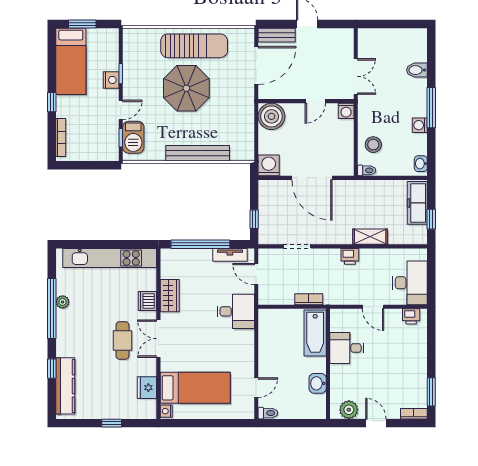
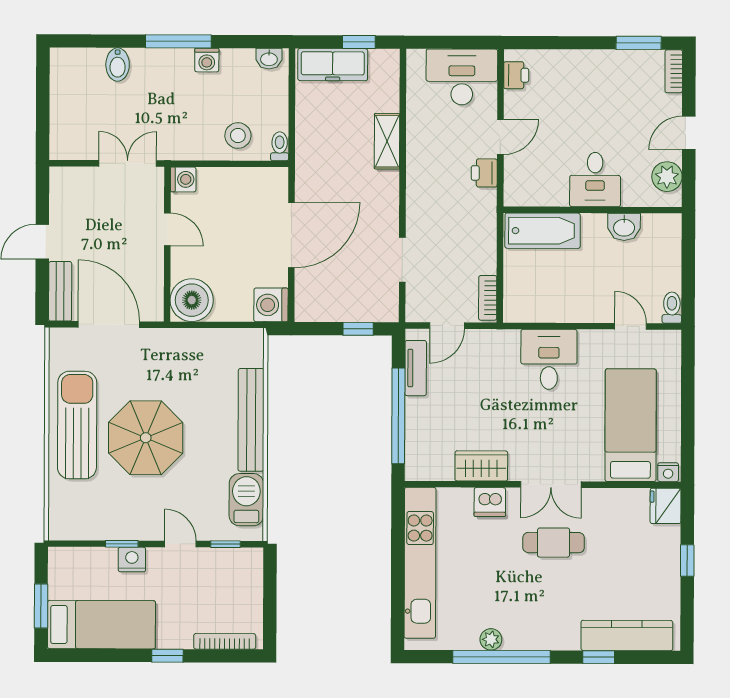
barbecue: (133, 137) -> (246, 500), moved, turned -90
printer: (350, 256) -> (484, 173), moved, turned 180
bookcase: (309, 299) -> (488, 298), moved
desk: (236, 311) -> (549, 359), moved
desk: (347, 348) -> (595, 180), moved
fridge: (147, 388) -> (666, 506), moved, turned 90

